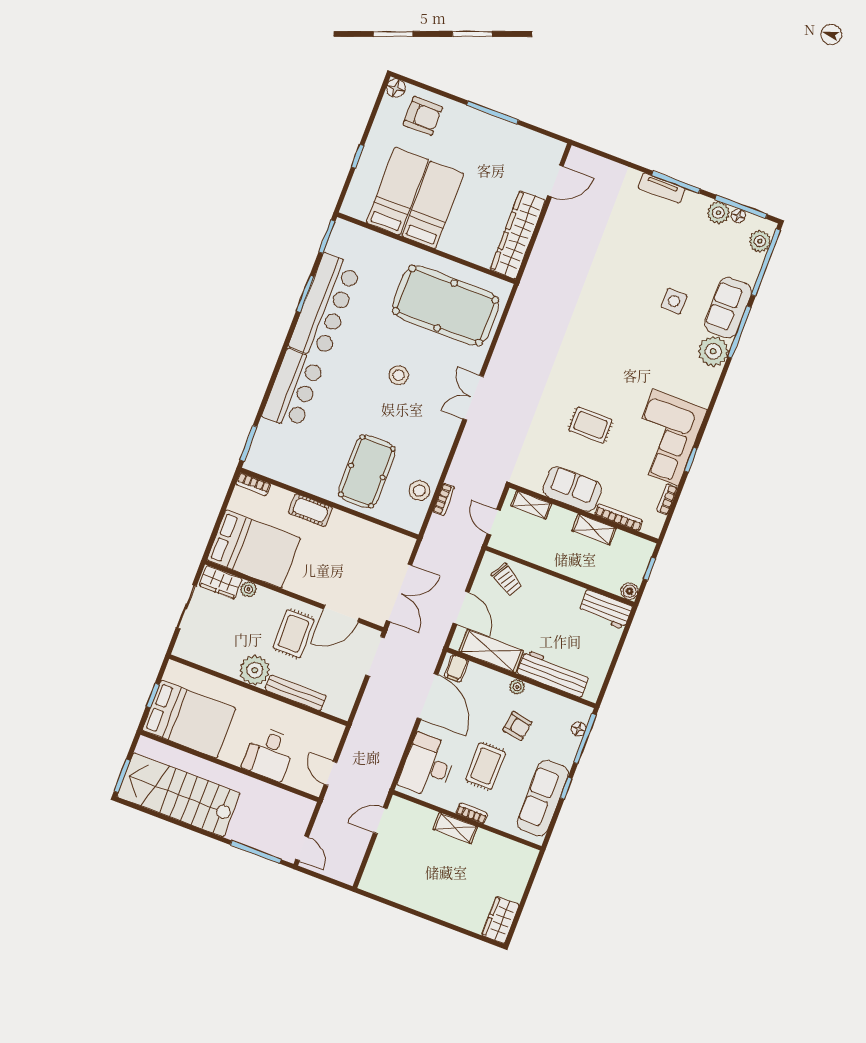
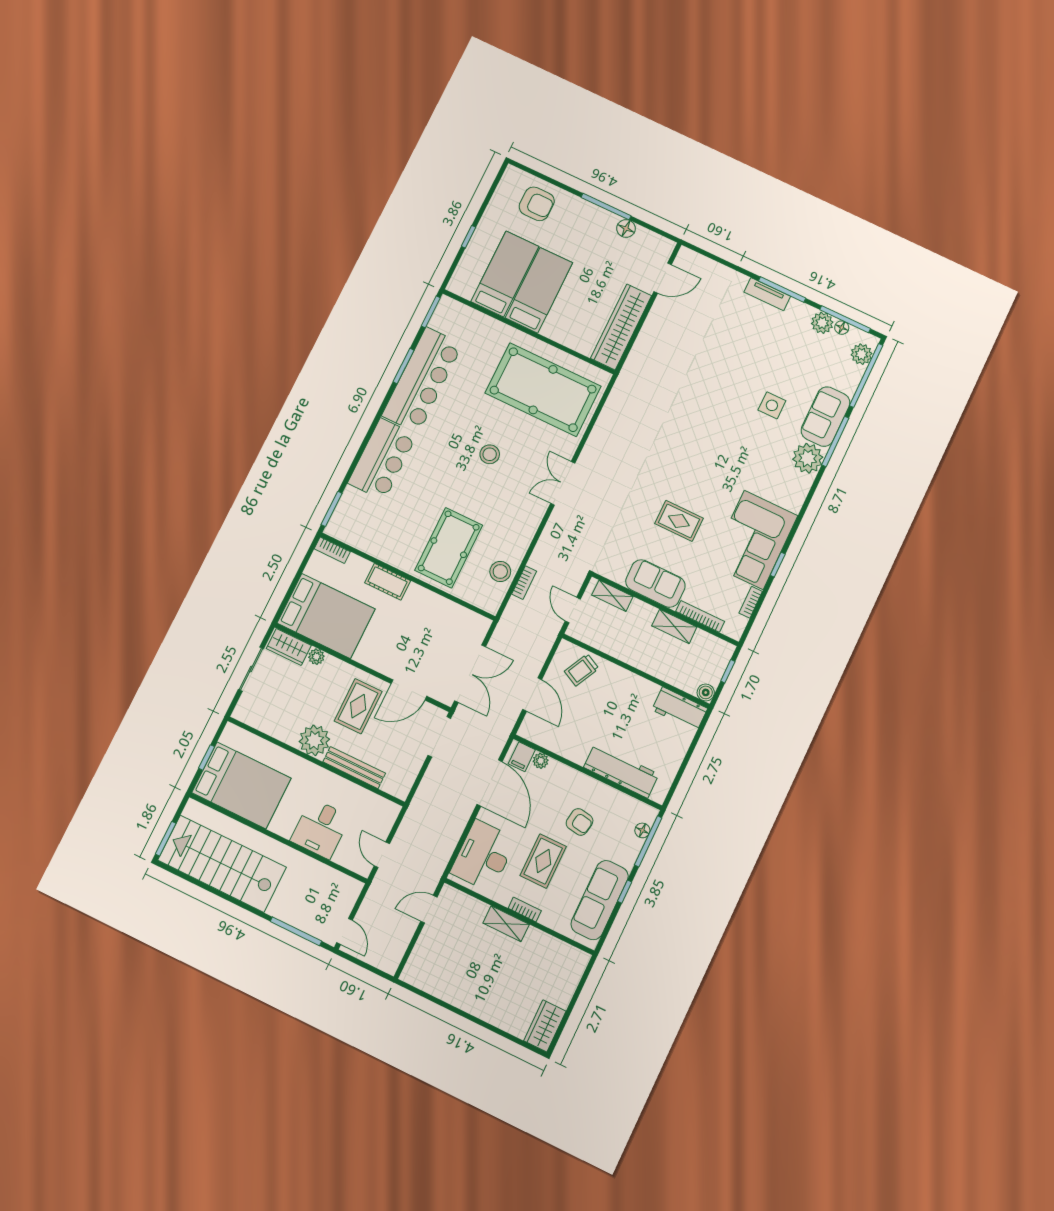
floor lamp: (396, 88) -> (626, 228), moved
trolley: (507, 580) -> (582, 670), turned 86
shelving: (491, 651) -> (559, 742), removed
plant: (517, 687) -> (541, 761), moved

